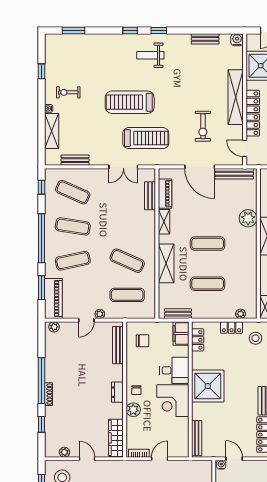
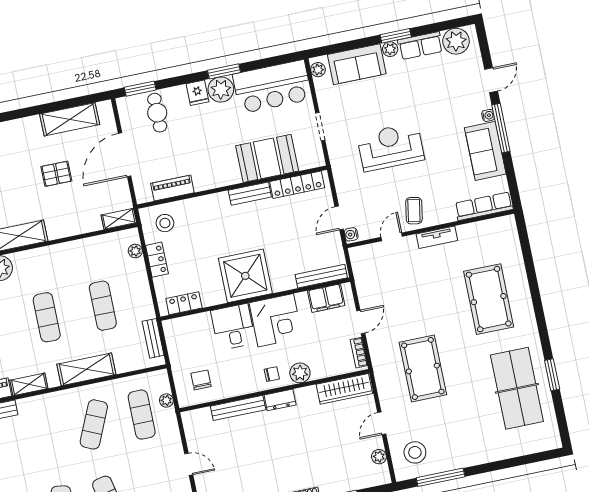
plant: (100, 314) -> (166, 400), moved
filing cabinet: (181, 333) -> (326, 298), moved
bench: (118, 345) -> (238, 408), moved
door: (160, 459) -> (361, 322), swing flipped

